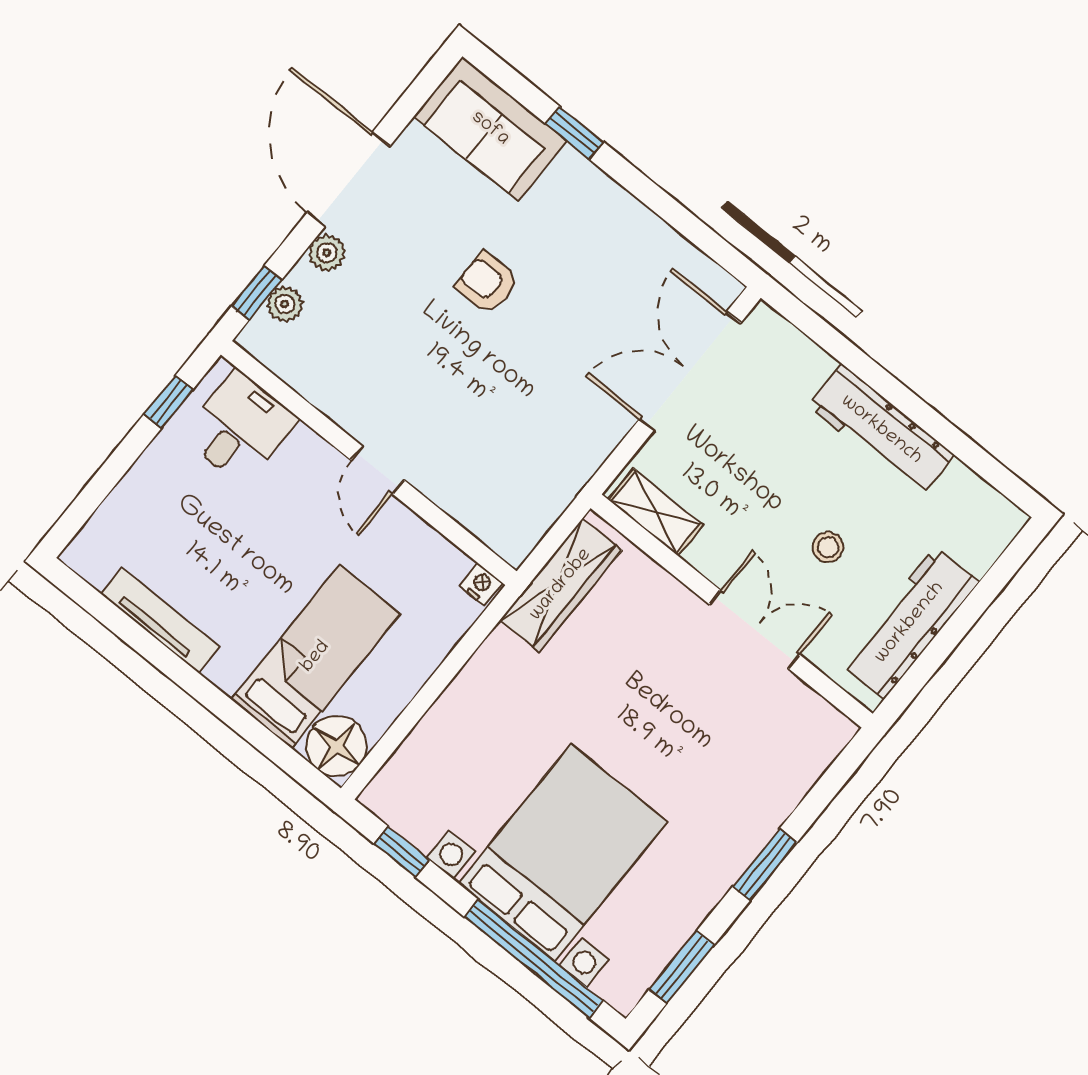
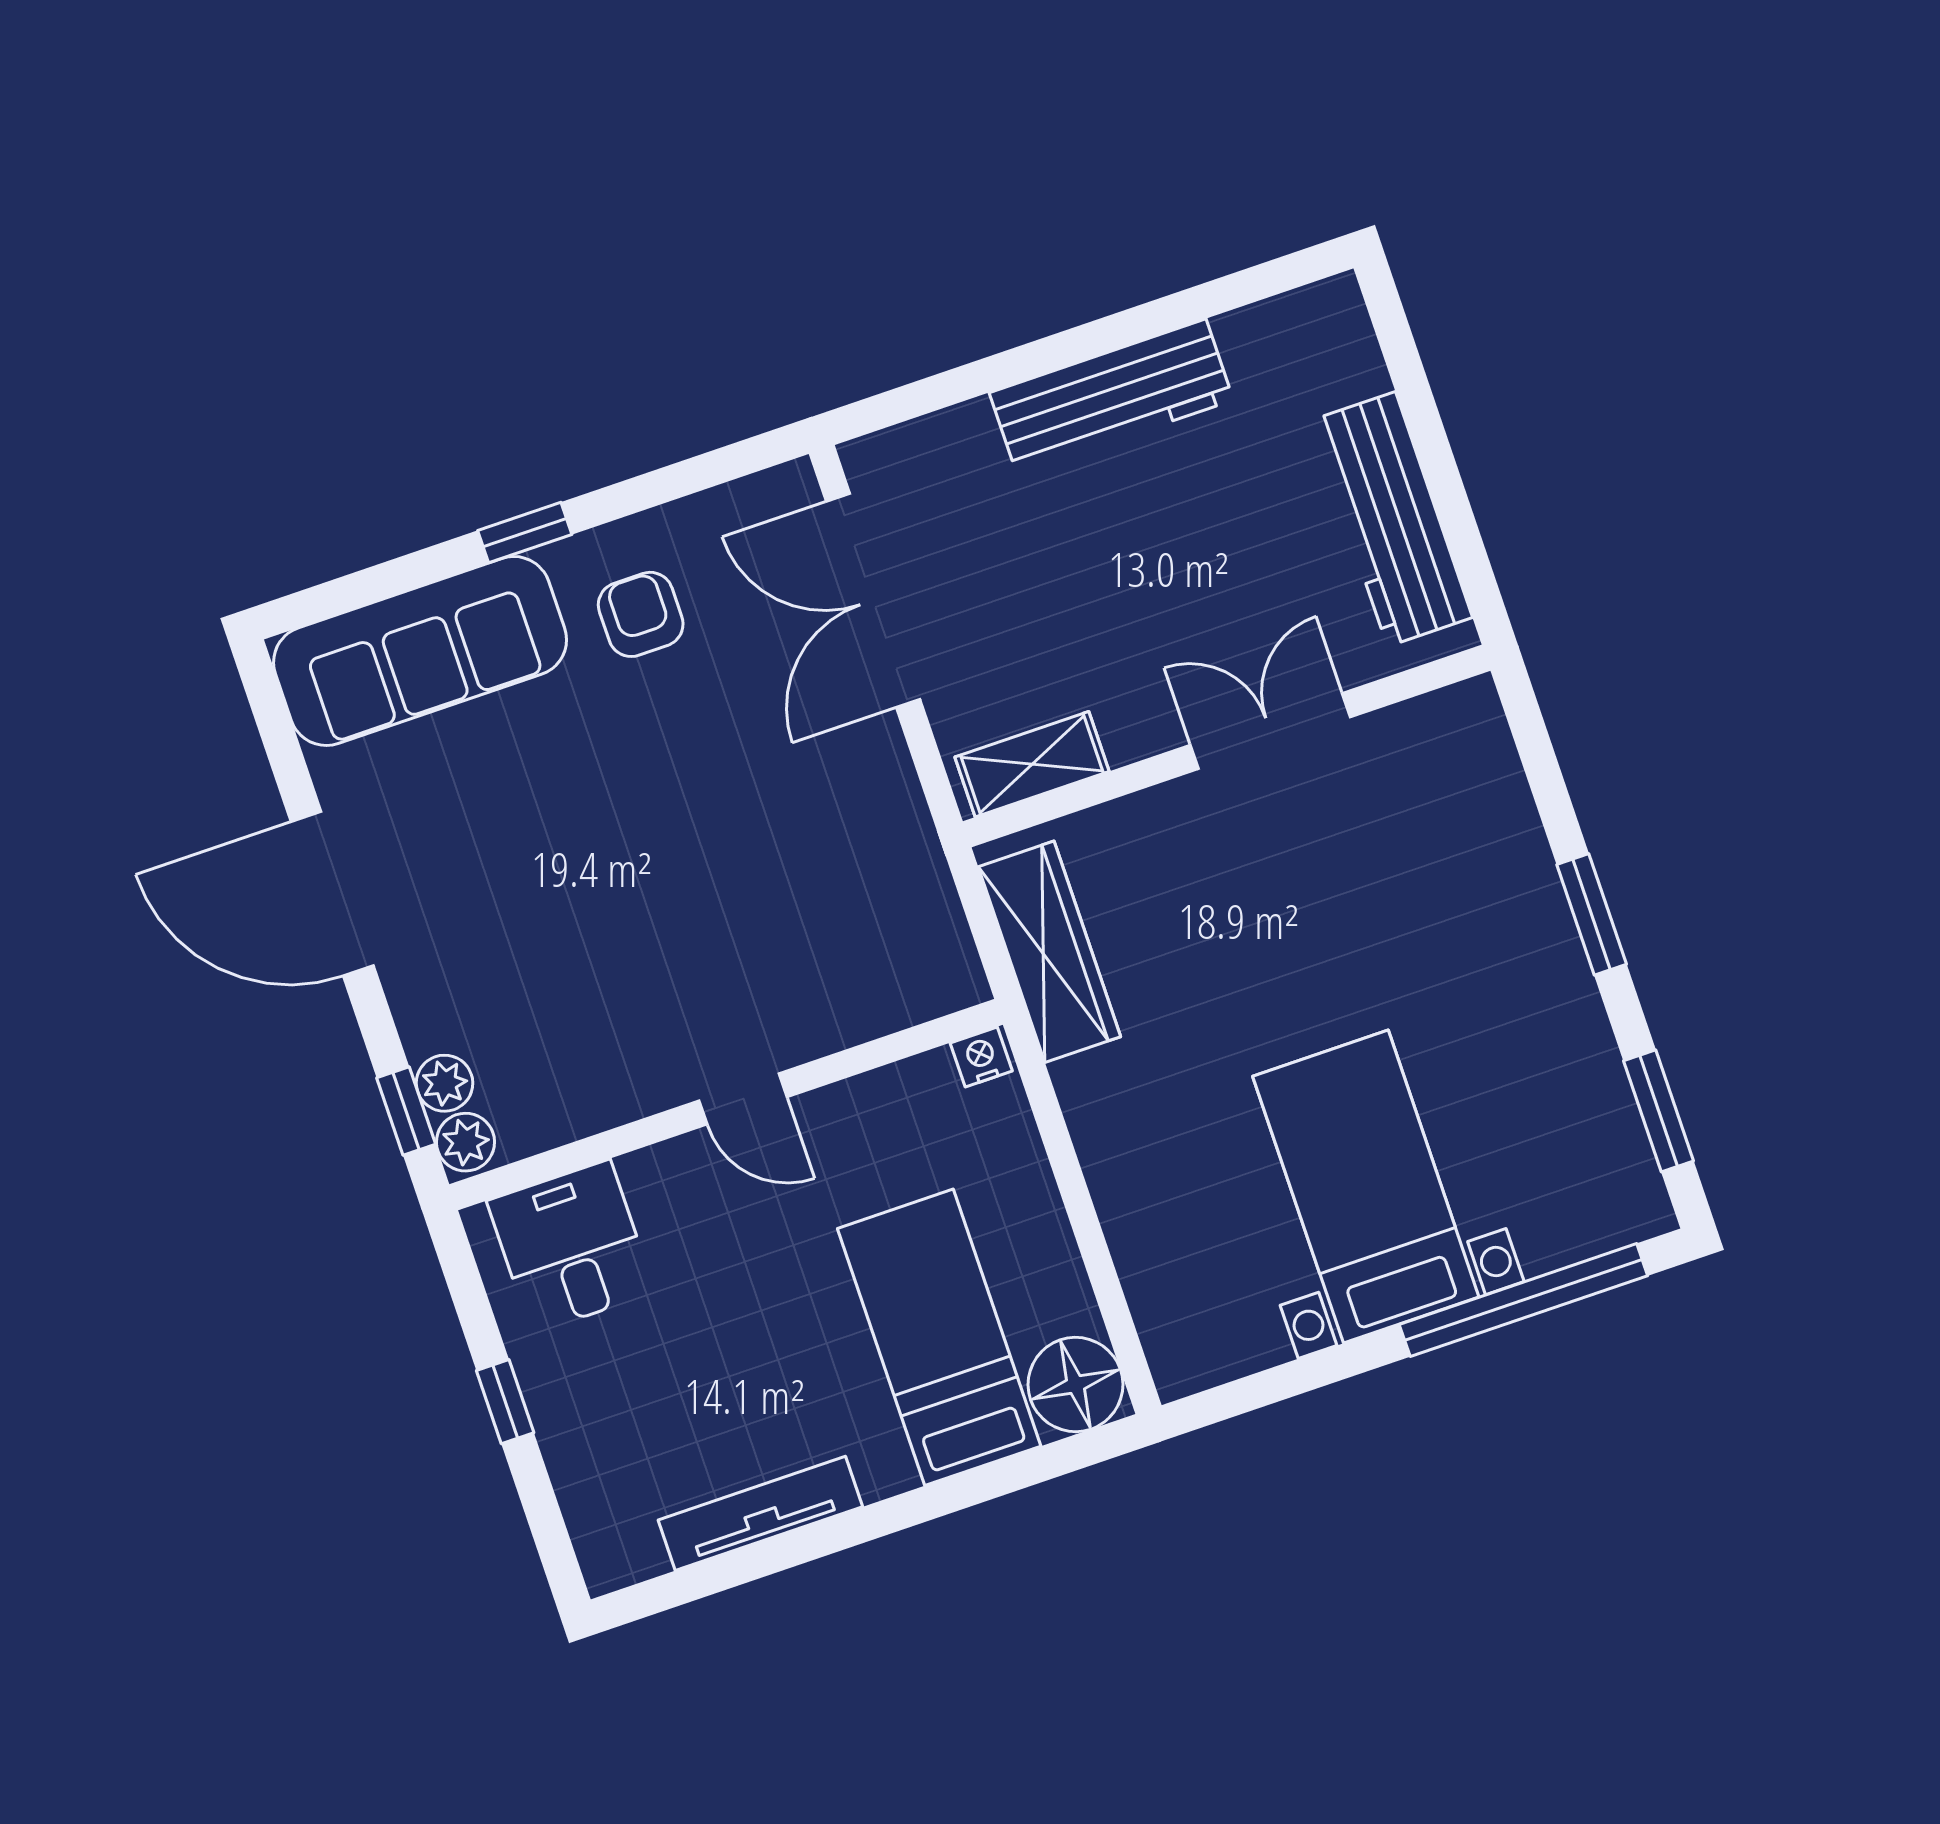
sofa: (490, 129) -> (420, 651), width x1.36
window: (574, 133) -> (525, 532), moved
plant: (327, 253) -> (465, 1142), moved
armchair: (487, 283) -> (641, 614), moved, turned 90
window: (168, 402) -> (505, 1402), moved
stool: (828, 547) -> (1223, 565), removed
window: (402, 852) -> (1271, 1386), removed
bed with nightstands: (563, 853) -> (1366, 1187), width x0.73

